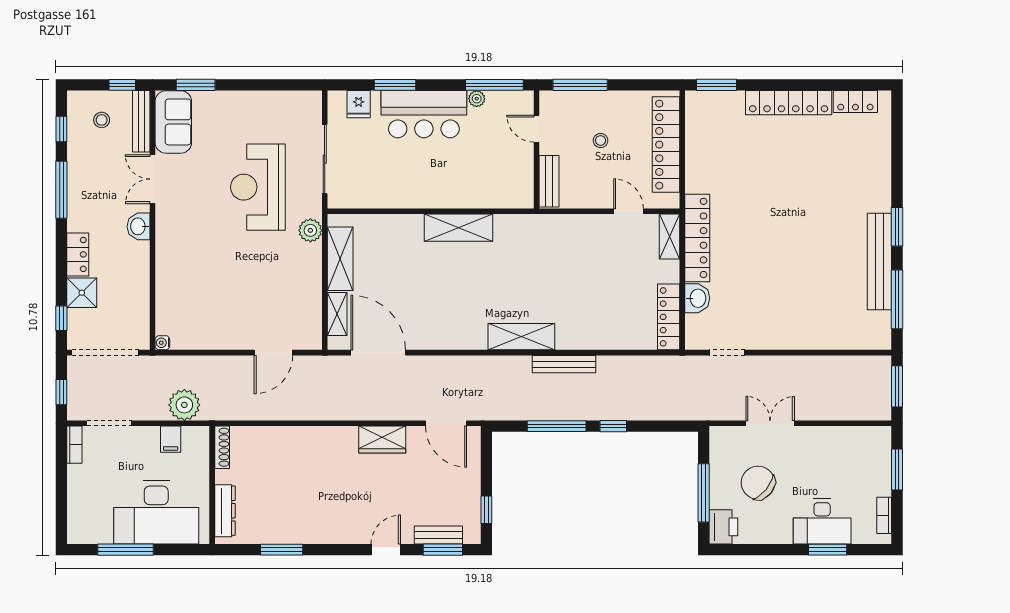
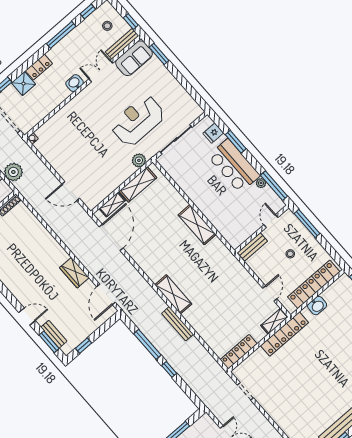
washbasin: (697, 298) -> (317, 306), moved

